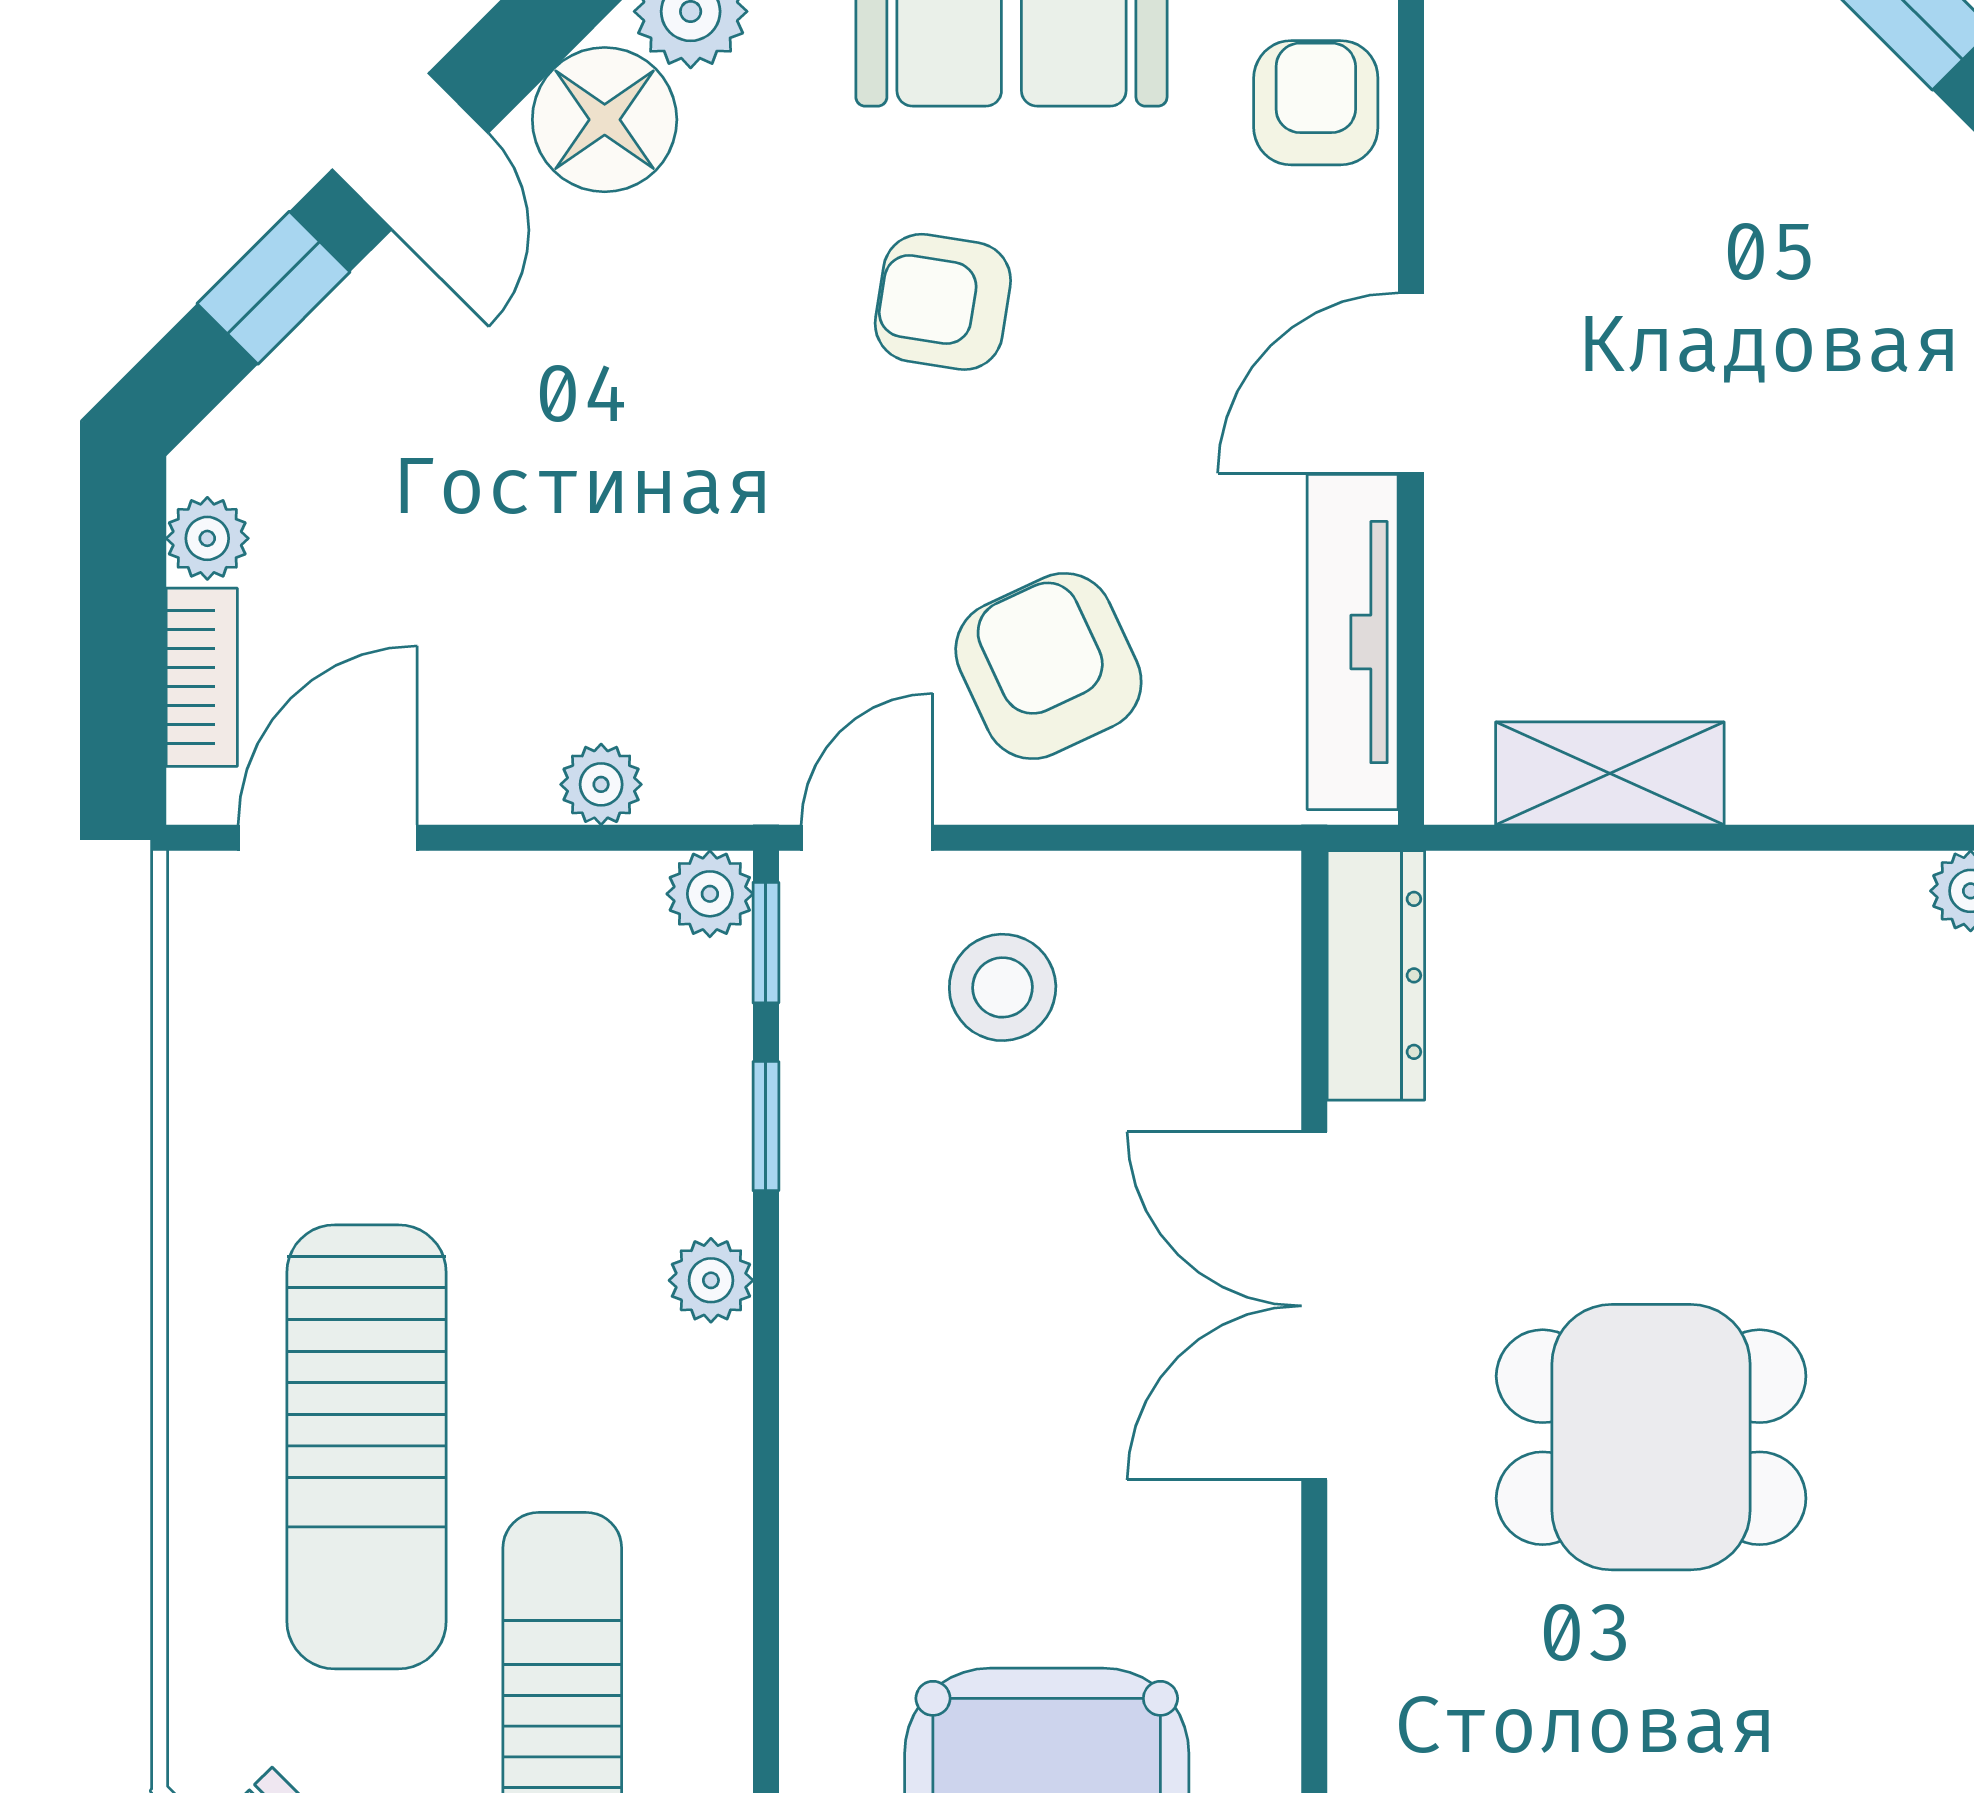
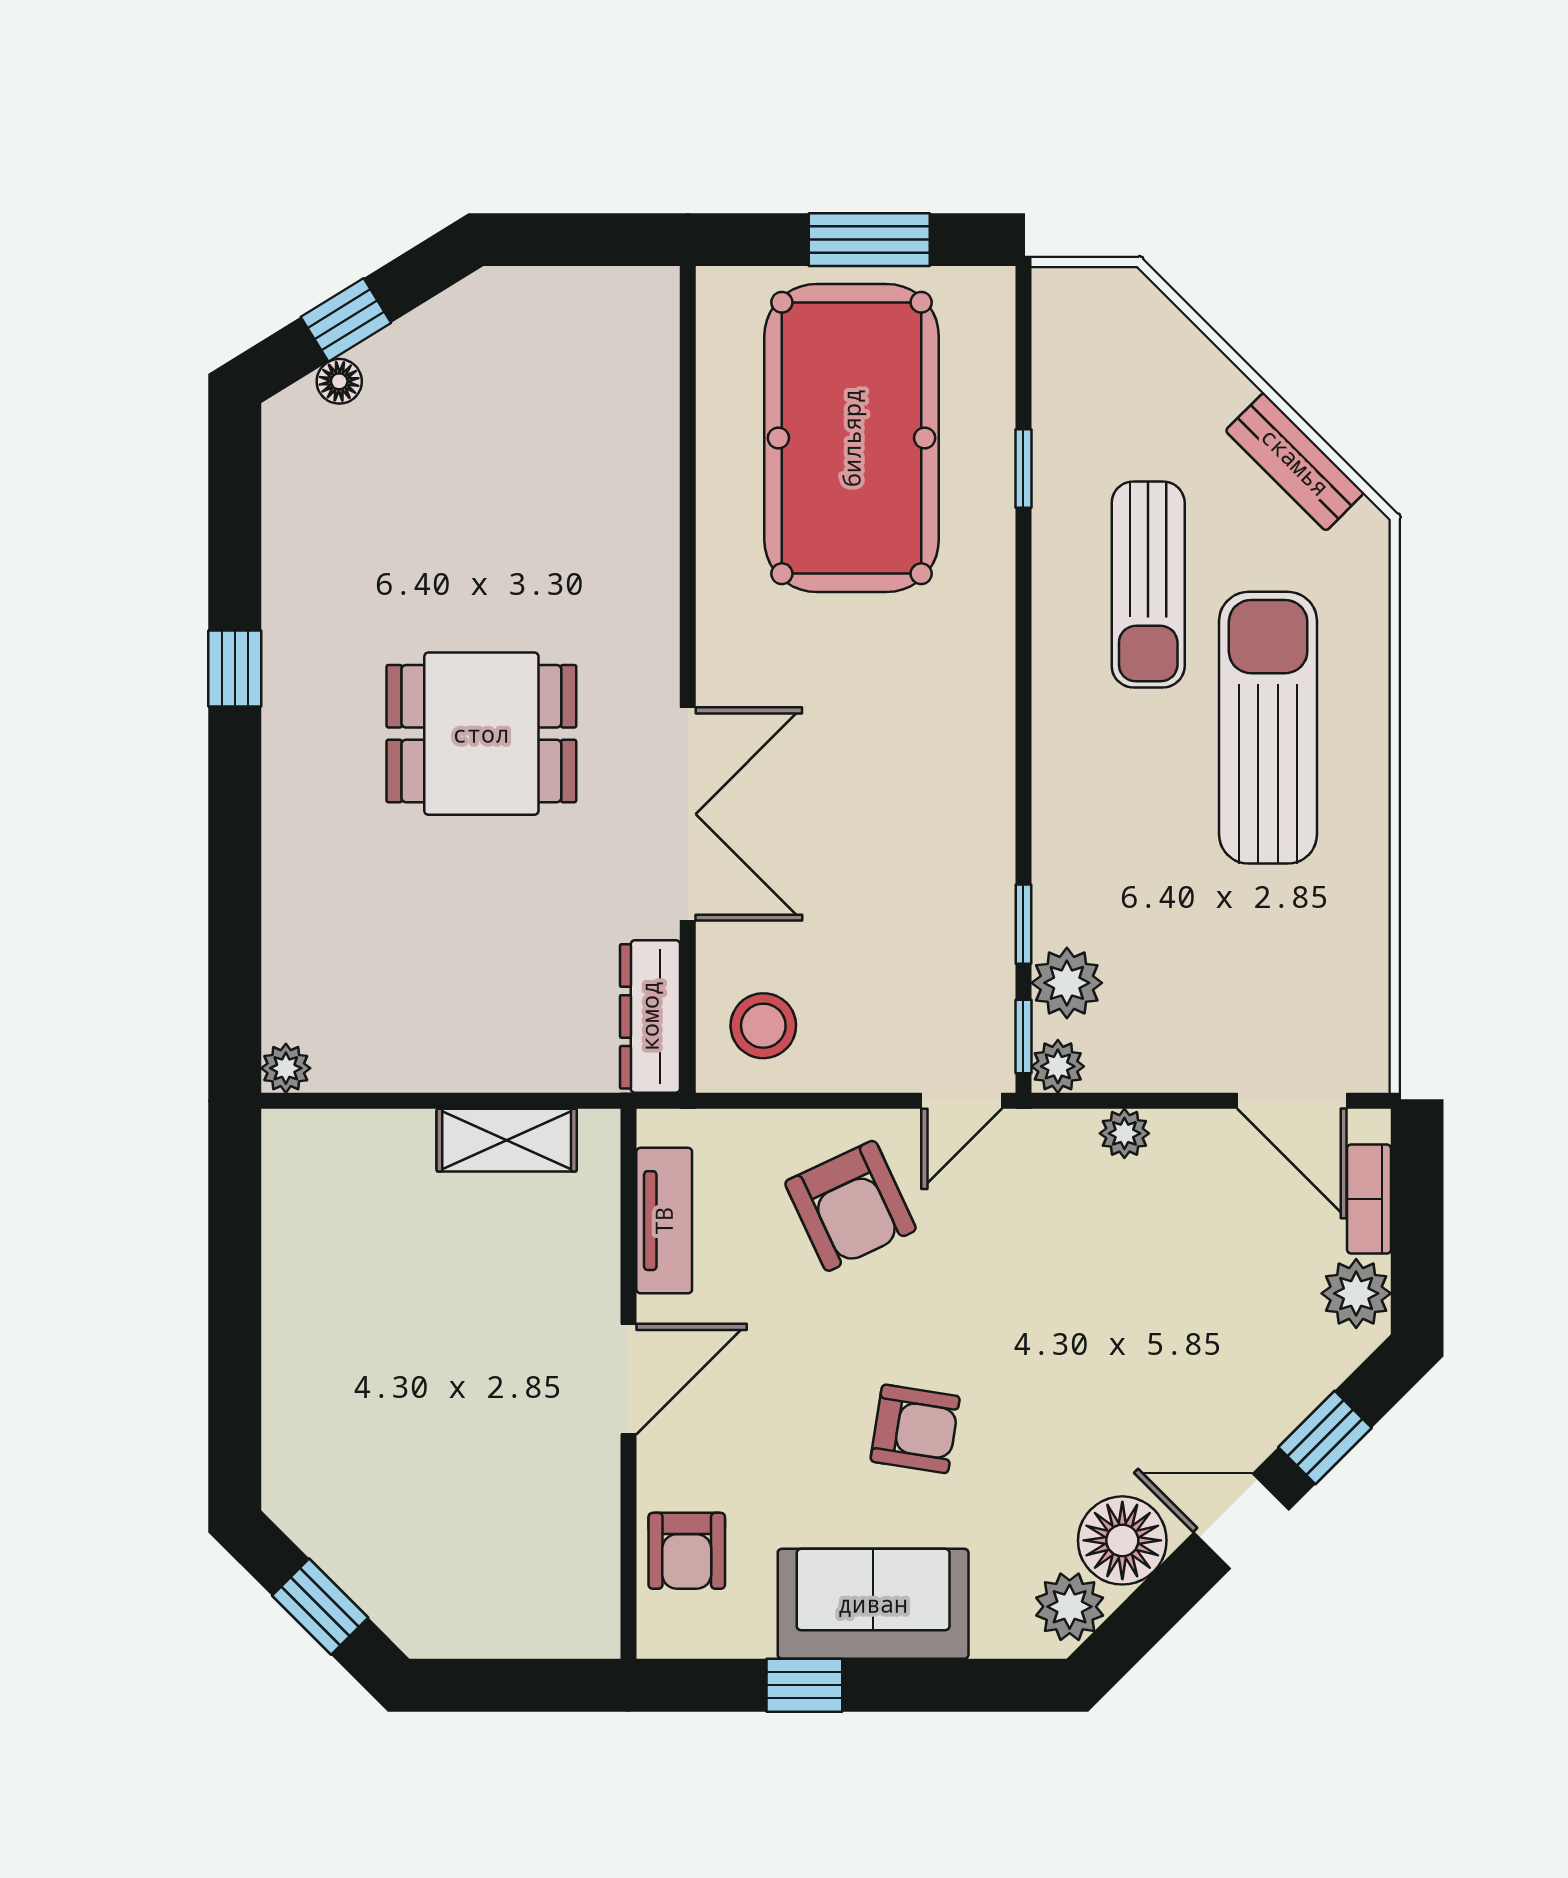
door: (410, 151) -> (1241, 1521), hinge flipped
plant: (207, 538) -> (1356, 1293), width x1.38, depth x1.38
tv unit: (1353, 642) -> (664, 1221), width x0.71
door: (328, 838) -> (1292, 1101), hinge flipped
stool: (1003, 987) -> (763, 1026), moved
plant: (711, 1280) -> (1067, 983), moved, width x1.38, depth x1.38

